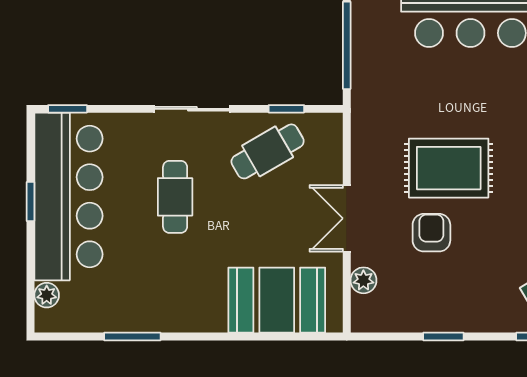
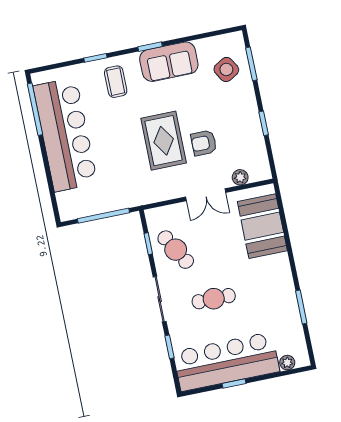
window: (68, 109) -> (169, 347), moved

